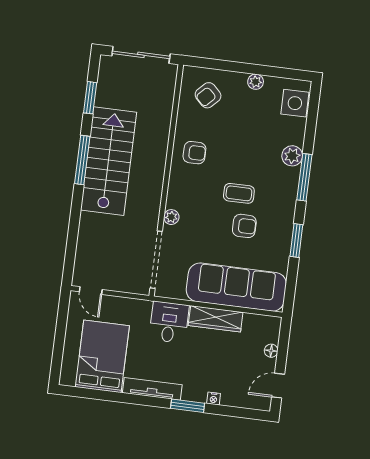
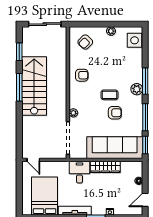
plant: (292, 156) -> (137, 89), moved
window: (296, 240) -> (145, 117), width x1.44
window: (290, 289) -> (145, 145), added

